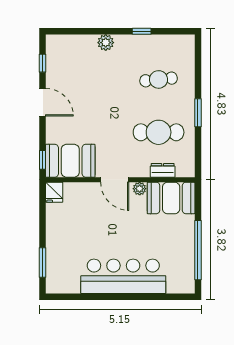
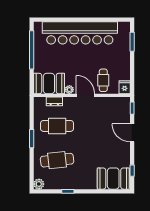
plant: (106, 43) -> (39, 184), moved
cafe table: (159, 79) -> (57, 160), width x1.37, depth x1.35
door: (42, 102) -> (132, 133), moved
booth: (70, 161) -> (113, 179), moved
cafe table: (87, 203) -> (103, 80), added
bar counter: (123, 276) -> (80, 33), width x1.36

